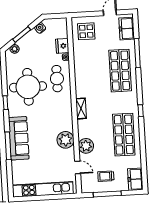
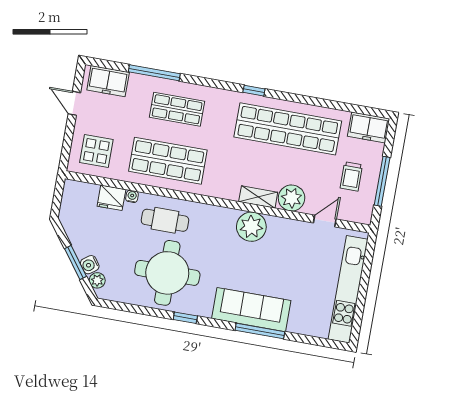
water cooler: (40, 28) -> (90, 265), moved
shop shelf: (120, 71) -> (177, 109), width x0.70, depth x0.74
shop shelf: (90, 72) -> (168, 161), added
shelving: (81, 109) -> (258, 197), moved
shop shelf: (124, 135) -> (288, 129), width x1.40
plant: (65, 140) -> (251, 227), moved

